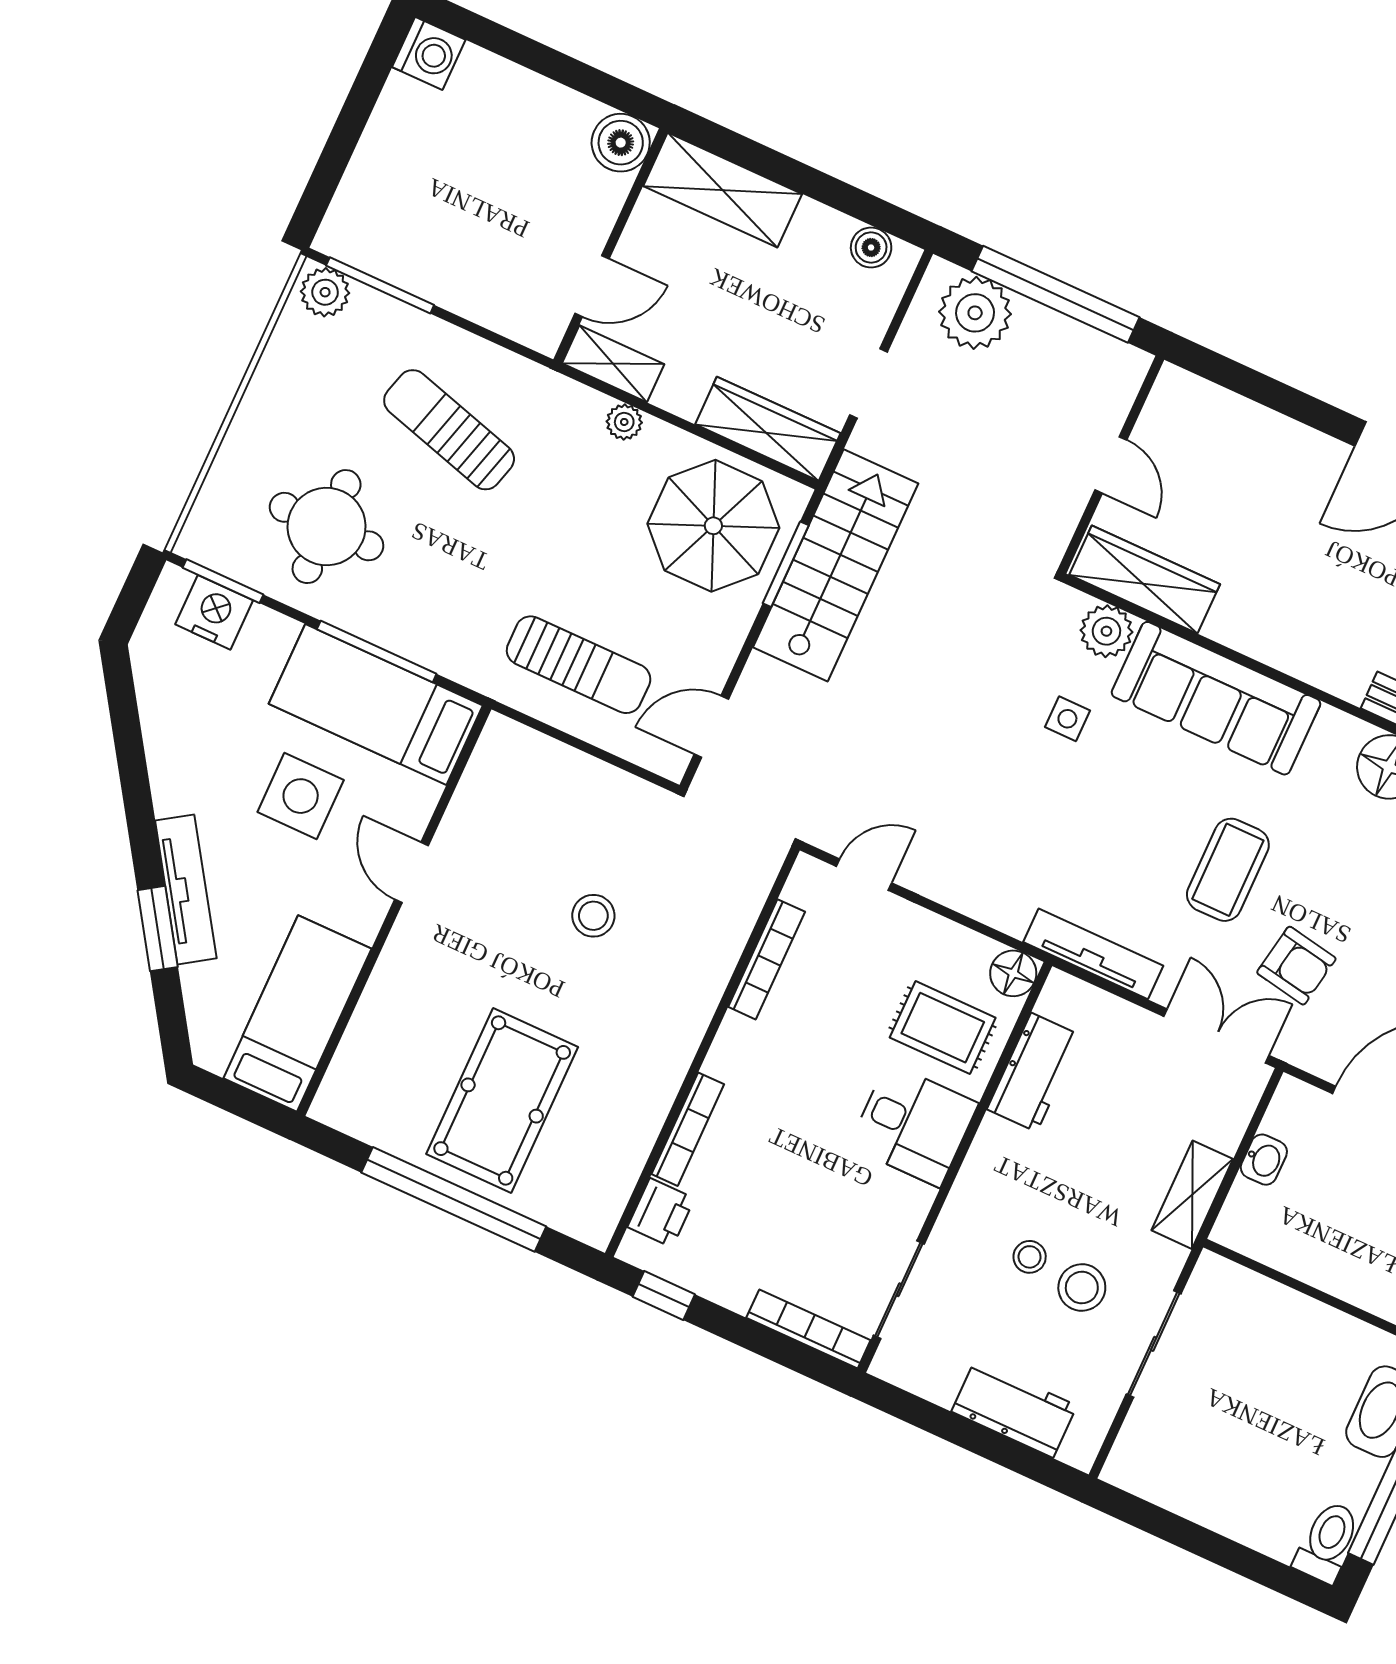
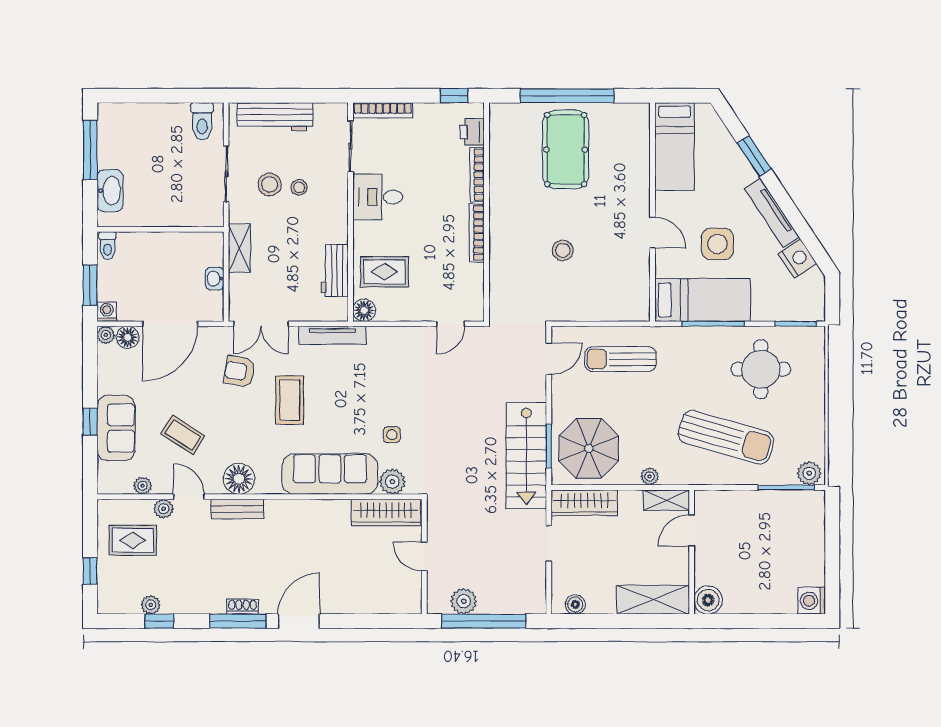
plant: (975, 313) -> (464, 601), moved, width x0.73, depth x0.73
sun lounger: (449, 430) -> (726, 437), width x1.36, depth x1.34
nightstand: (214, 612) -> (798, 259), moved, turned -123
tv unit: (186, 889) -> (772, 213), moved
bookcase: (767, 959) -> (477, 233), moved
desk: (914, 1125) -> (378, 197), moved
workbench: (1014, 1409) -> (275, 117), width x1.37
toilet: (1327, 1542) -> (202, 121), moved

